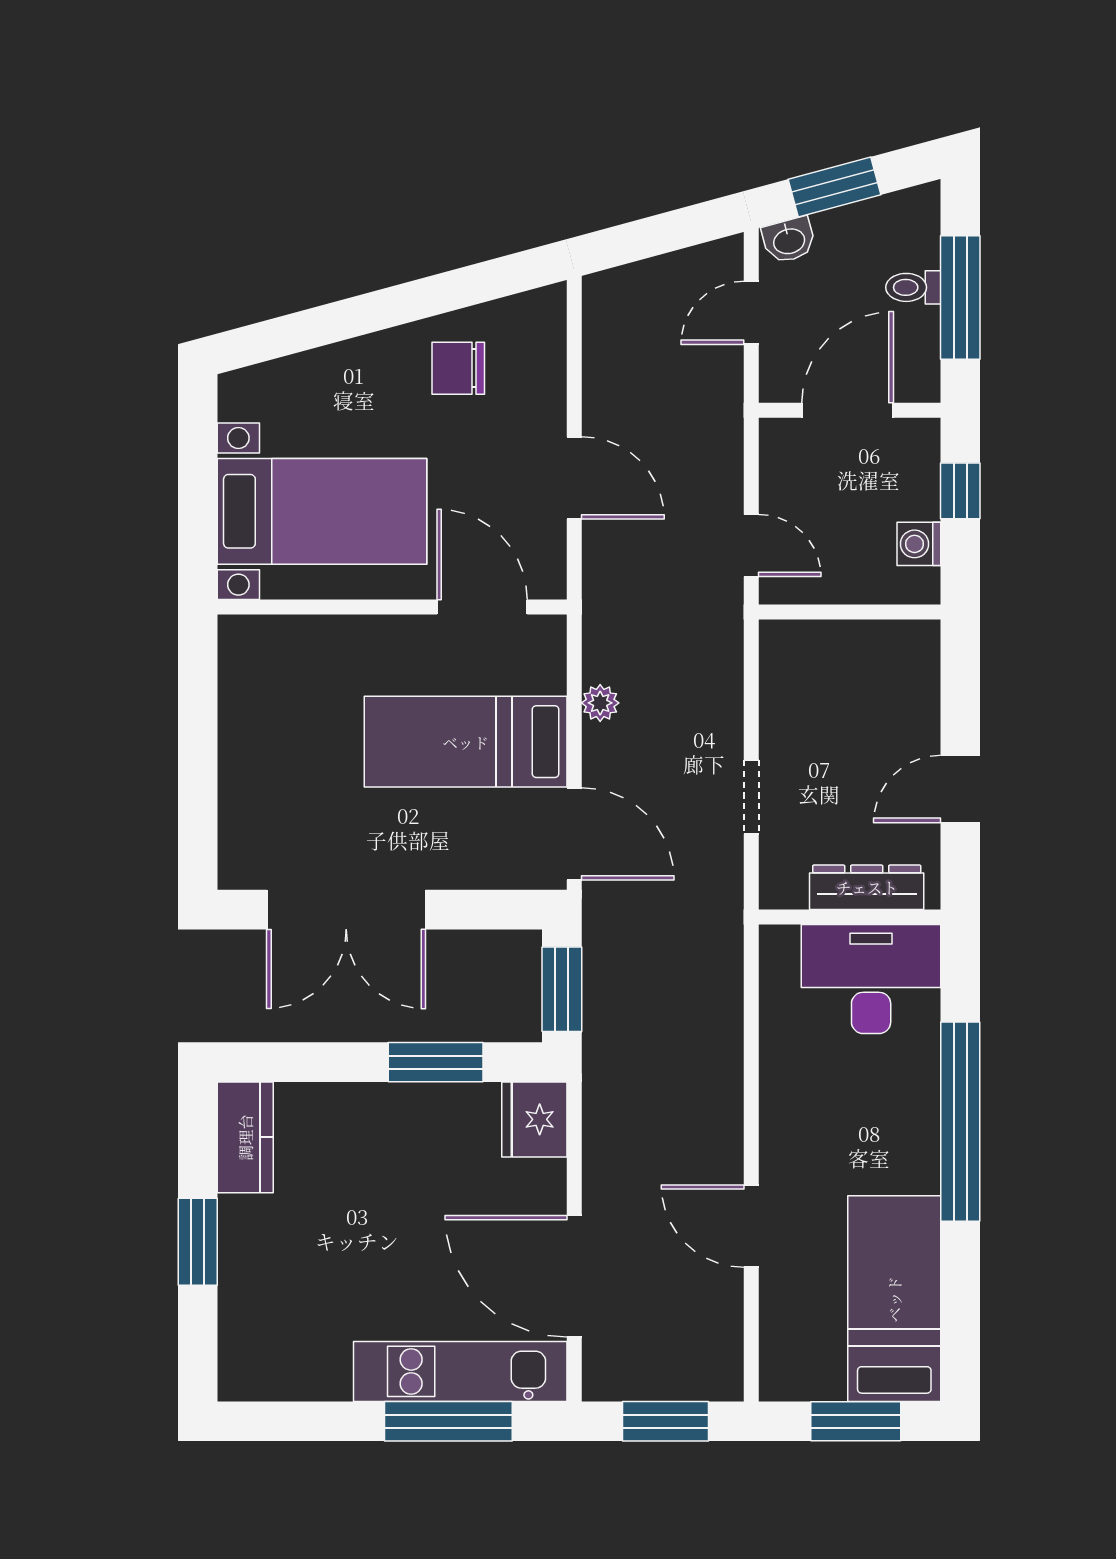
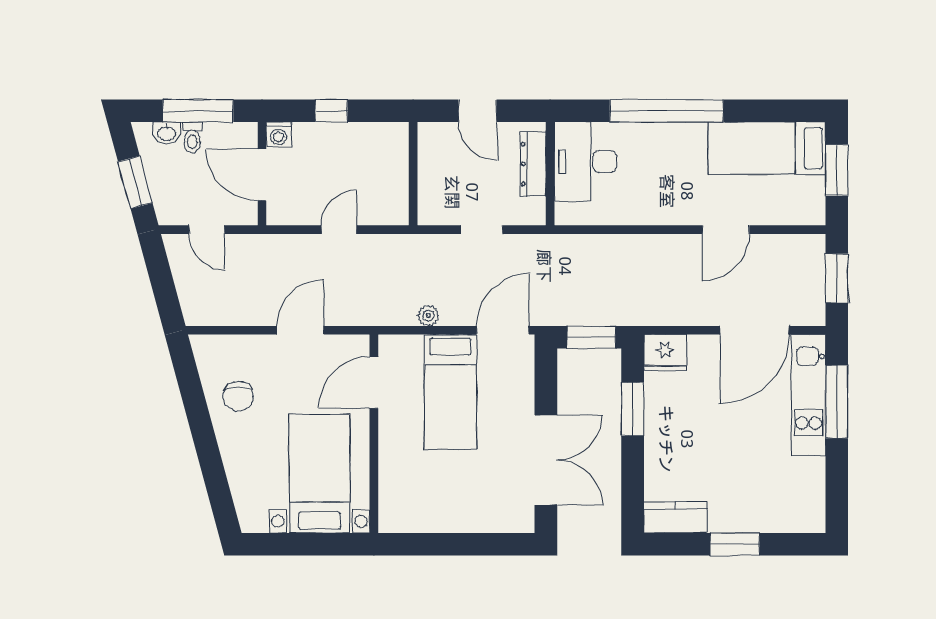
washbasin: (789, 240) -> (167, 133), moved, turned 105
window: (960, 491) -> (331, 111), moved
washing machine: (919, 544) -> (279, 134), moved
wall: (850, 612) -> (413, 174), moved

